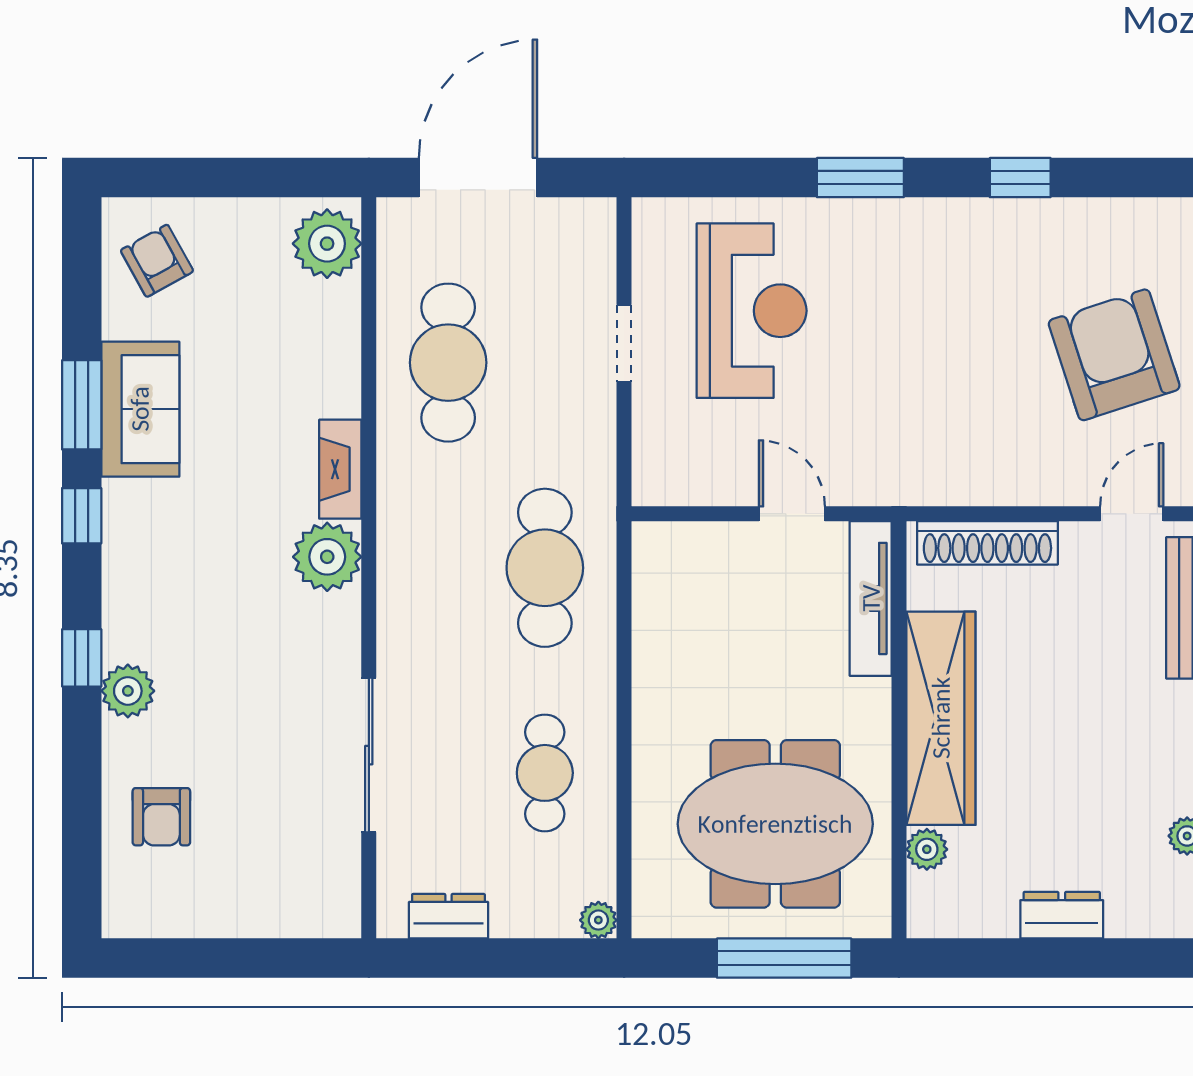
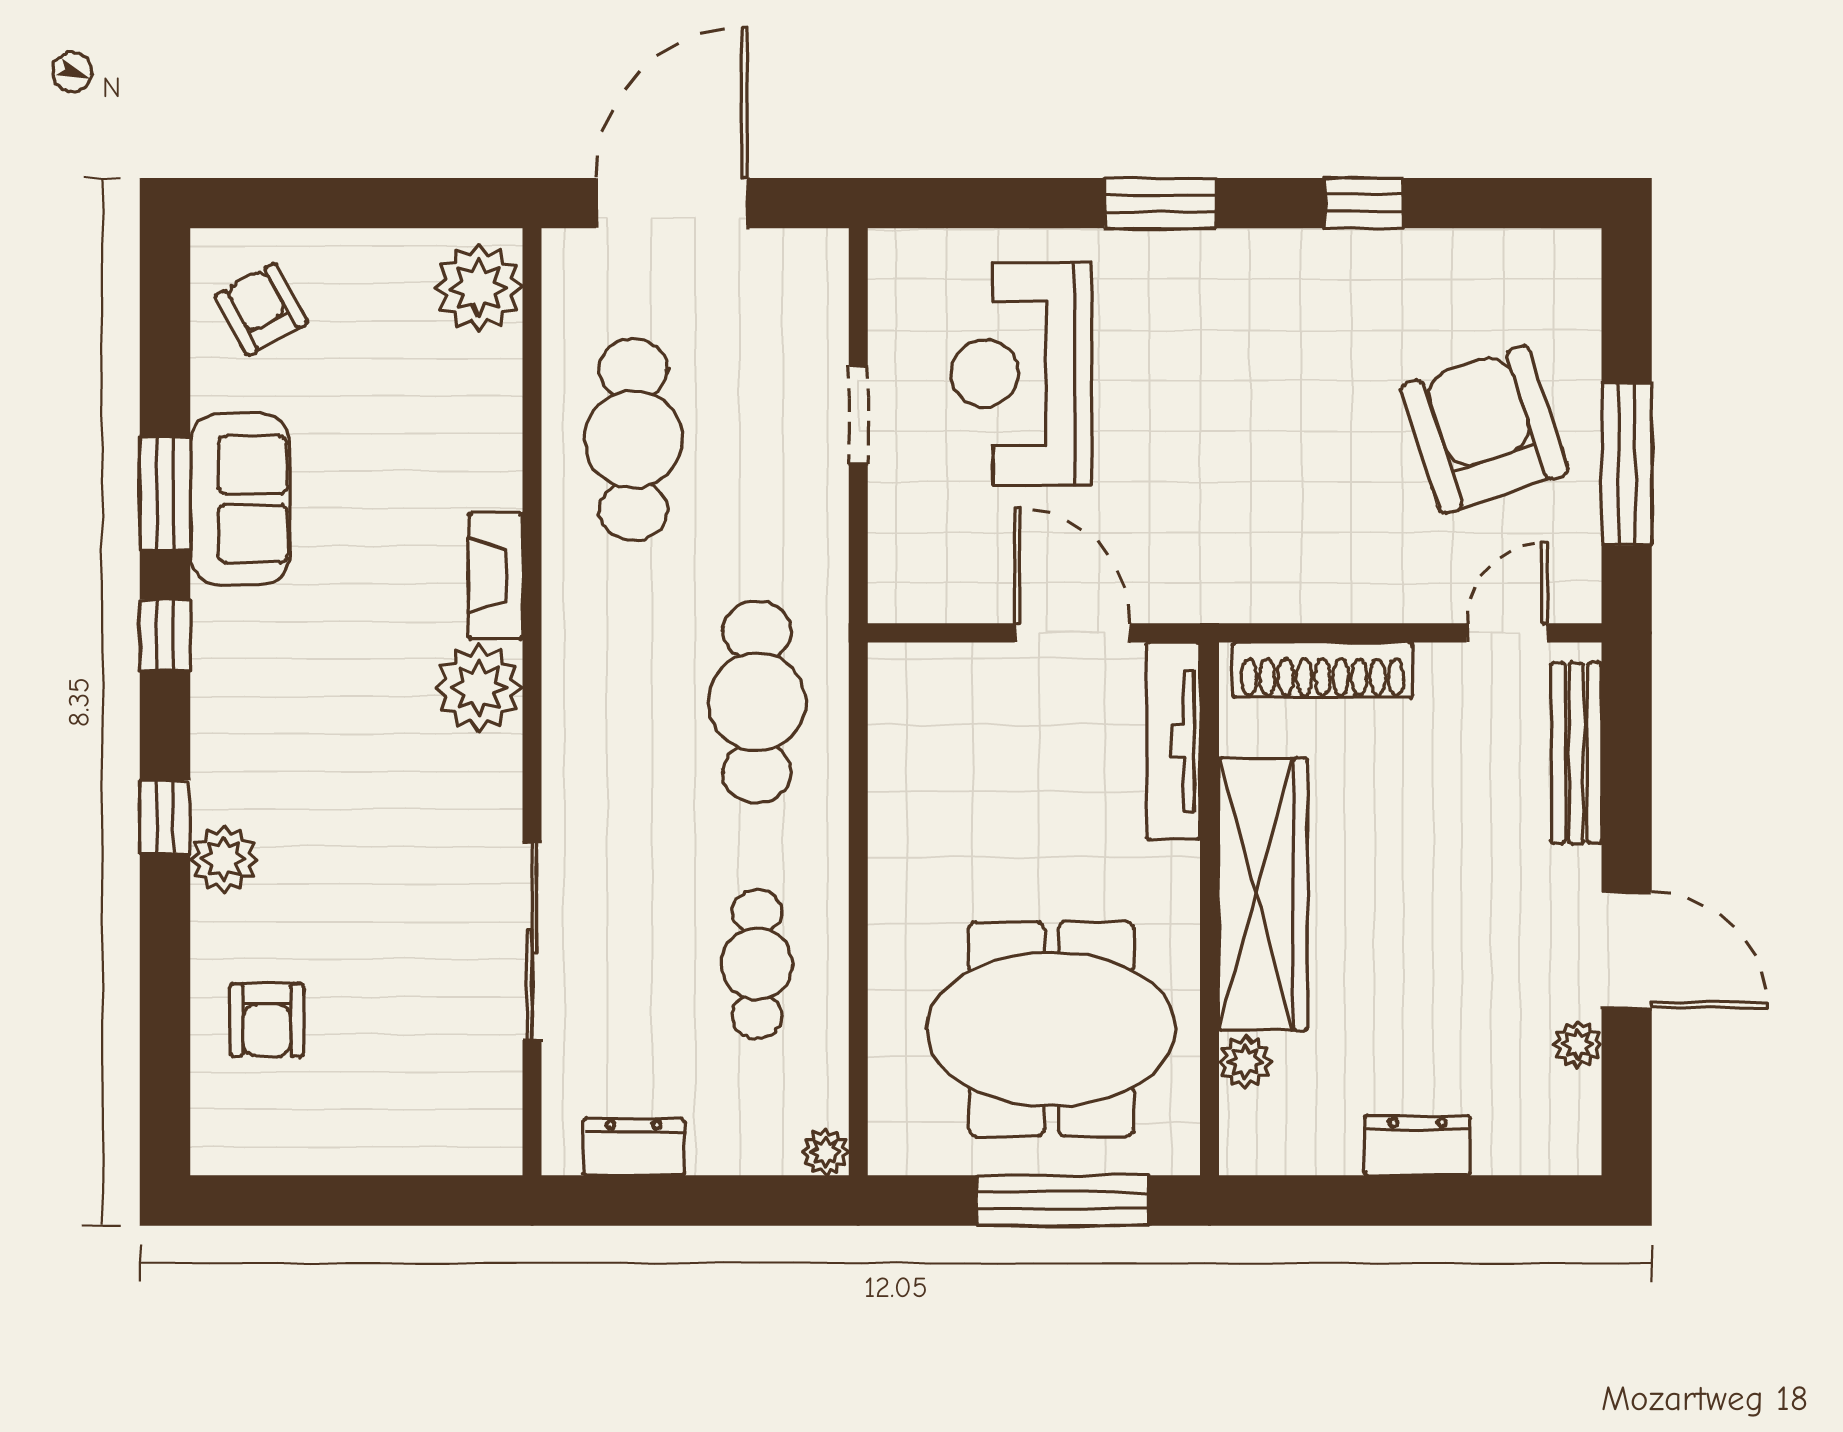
reception desk: (752, 311) -> (1021, 373), turned 180
door: (792, 514) -> (1073, 633), width x1.38

